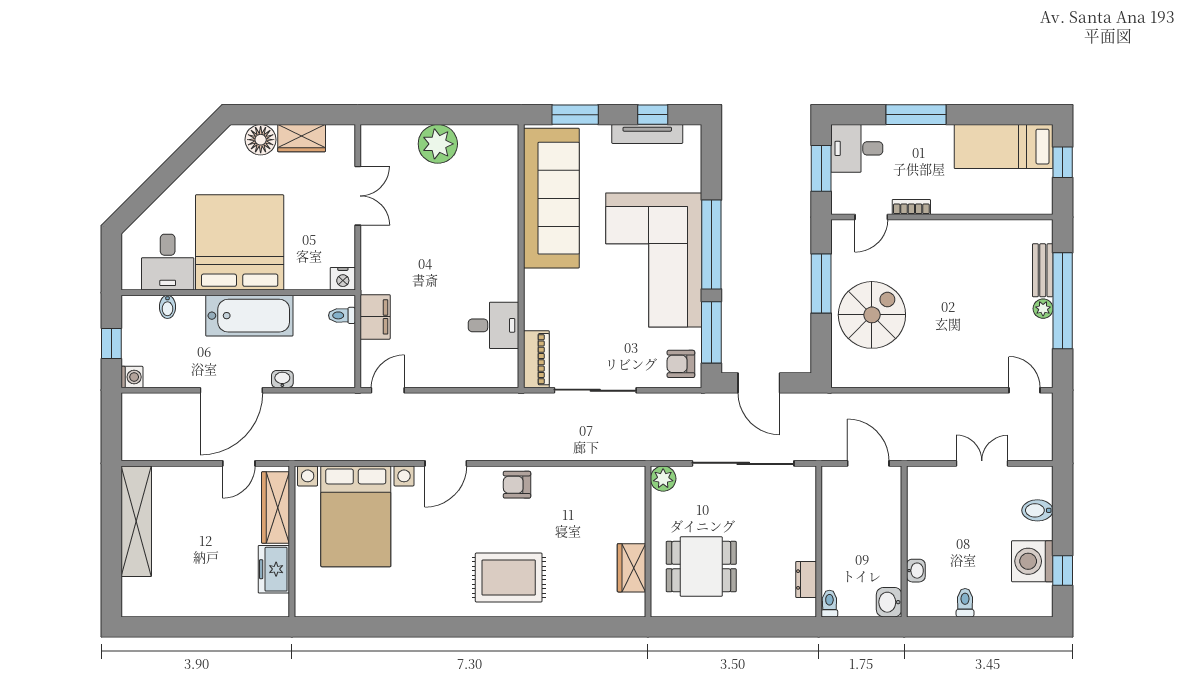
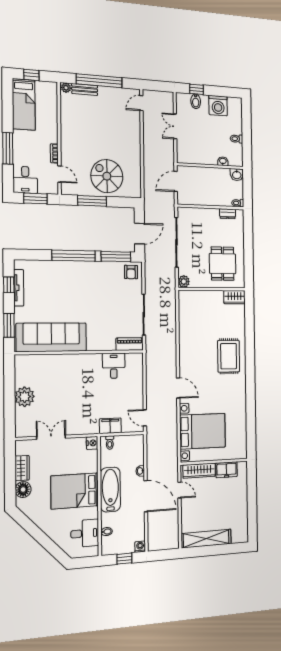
bed: (240, 242) -> (75, 491), width x0.73
corner sofa: (654, 260) -> (81, 285), removed
plant: (1043, 309) -> (66, 88), moved
armchair: (517, 485) -> (187, 353), removed
wardrobe: (631, 568) -> (234, 297), moved
window: (1063, 570) -> (196, 89), moved

